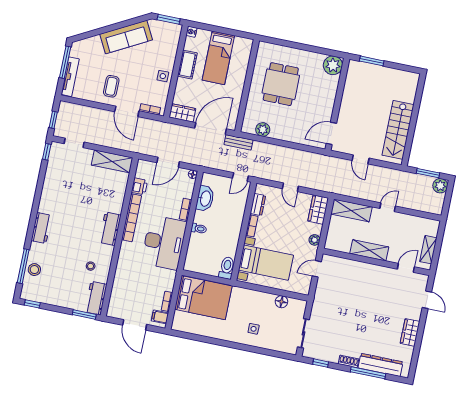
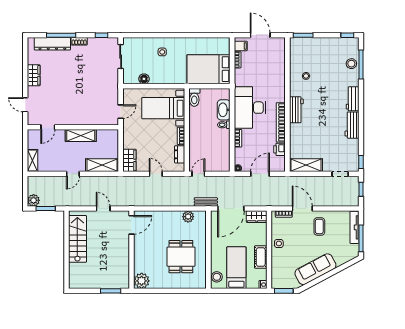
stool: (244, 52) -> (217, 277), added
washbasin: (205, 198) -> (224, 110), moved
plant: (314, 240) -> (127, 135), removed
shelving: (428, 250) -> (32, 160), moved
workbench: (96, 298) -> (352, 125), moved, turned 180

